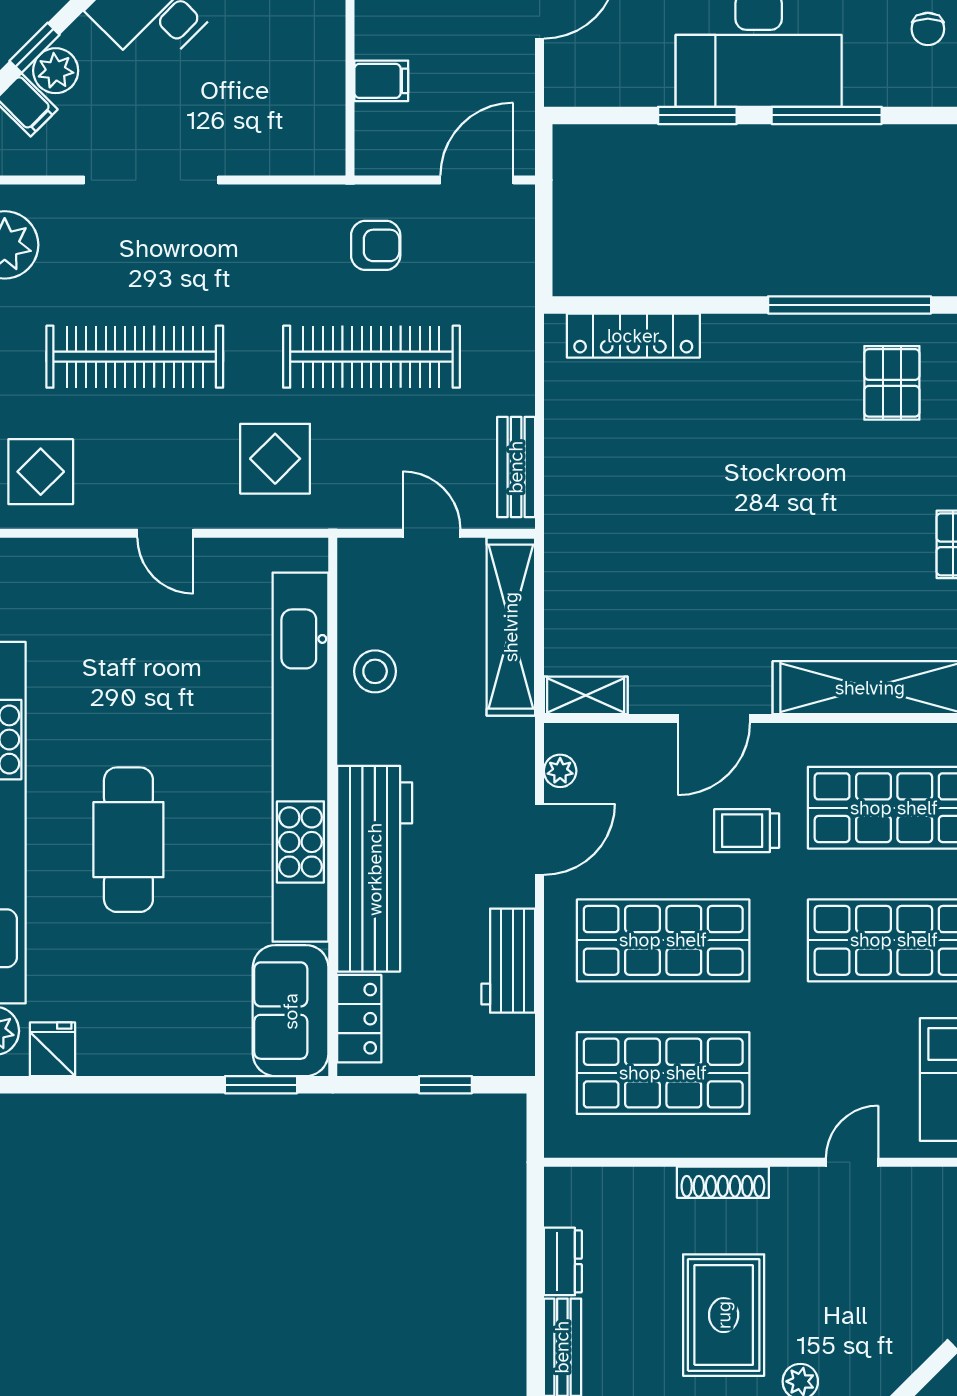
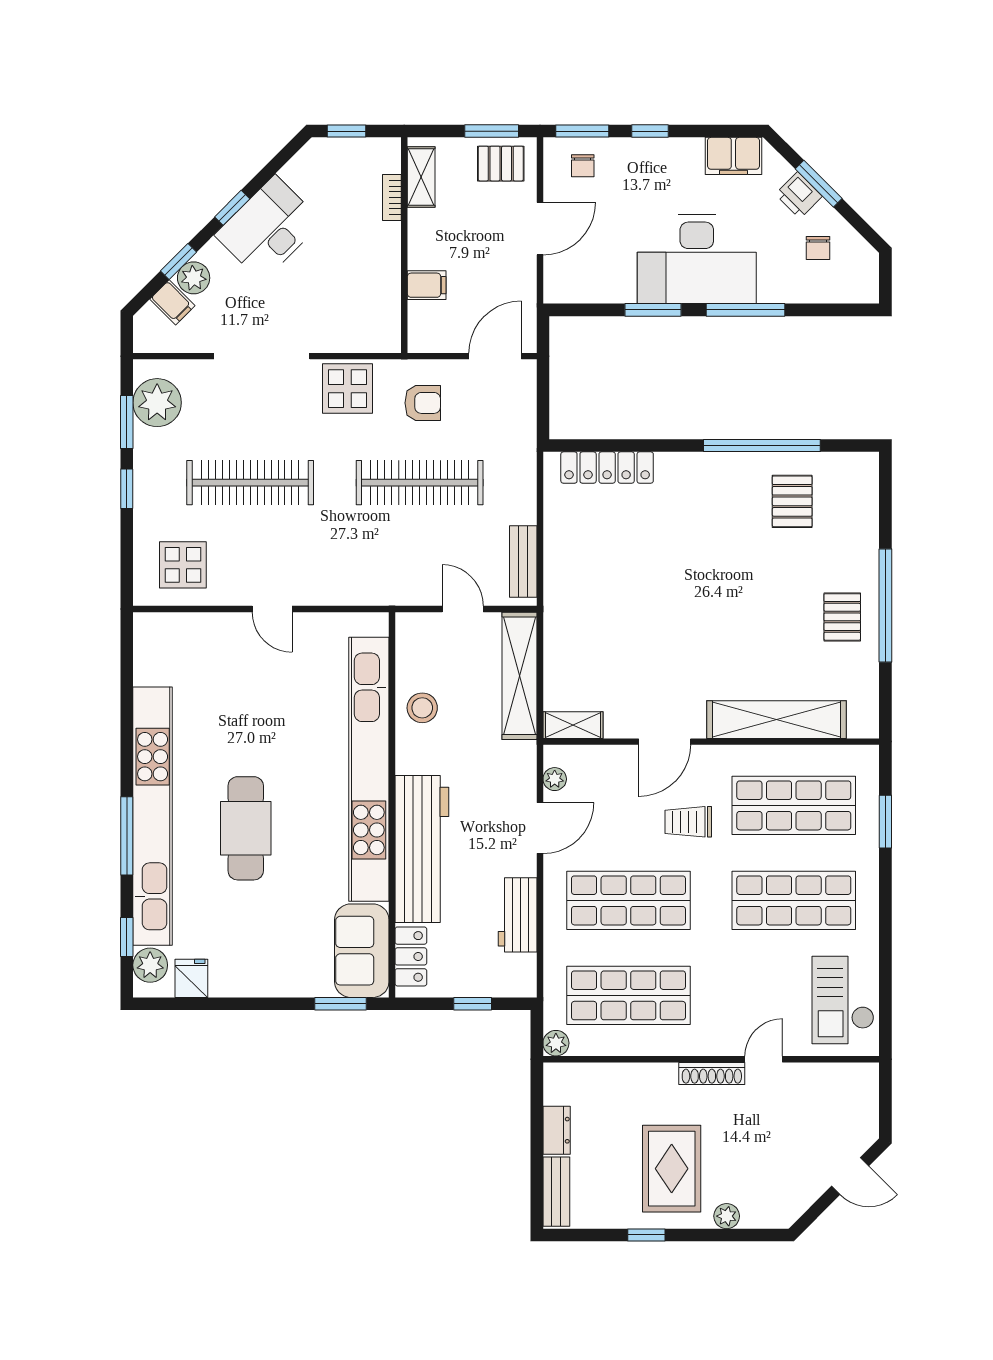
display table: (275, 459) -> (347, 389), moved
plant: (562, 1140) -> (556, 1043), added
shoe rack: (723, 1182) -> (712, 1073), moved

